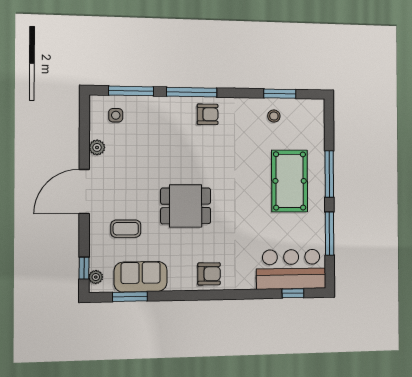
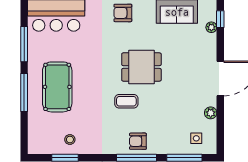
armchair: (208, 114) -> (138, 141), moved
coffee table: (126, 229) -> (126, 101), moved
plant: (96, 277) -> (211, 27), moved

